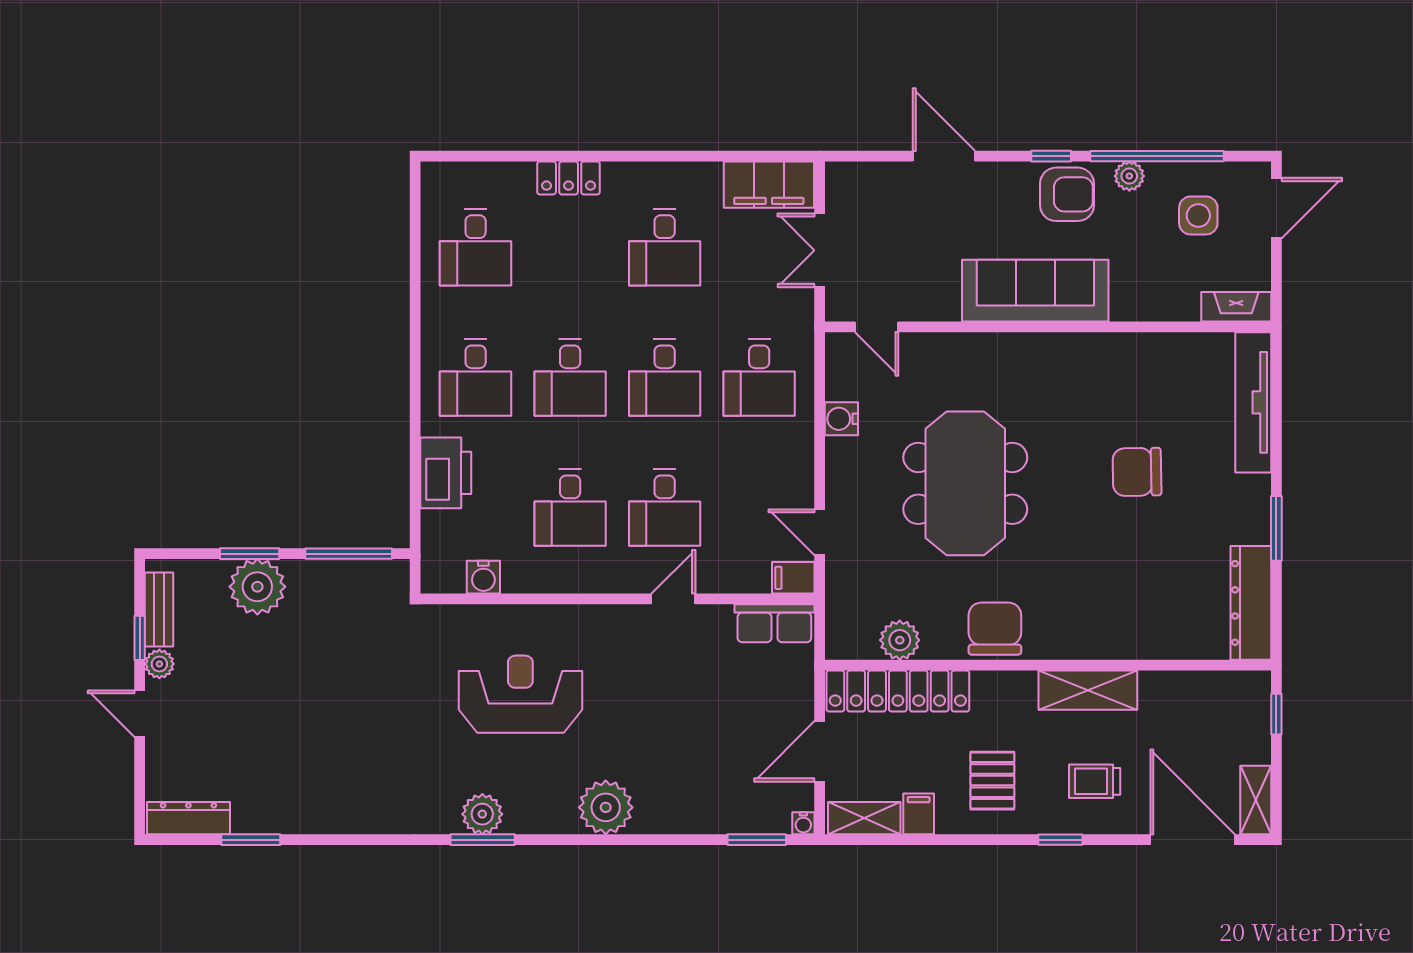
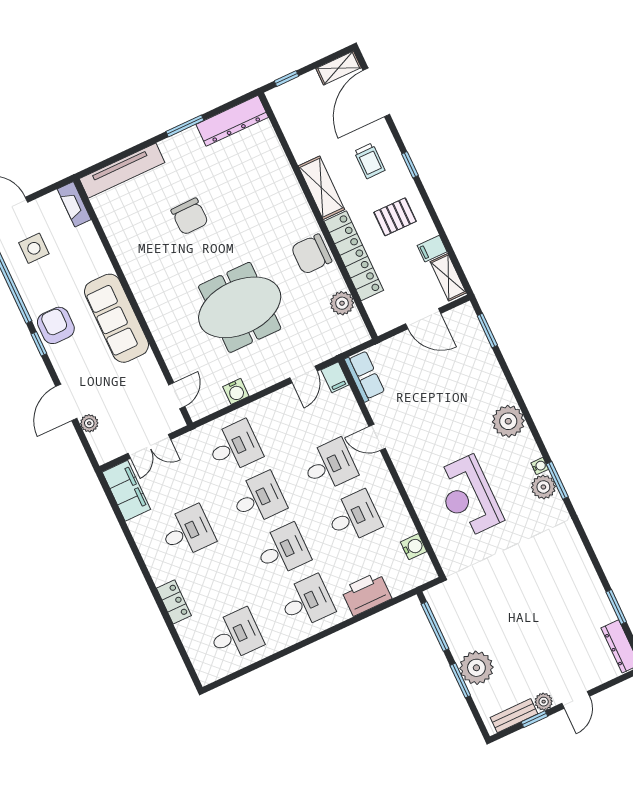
plant: (1129, 176) -> (89, 423), moved
locker: (898, 691) -> (354, 256), moved
water cooler: (803, 823) -> (540, 466), moved

